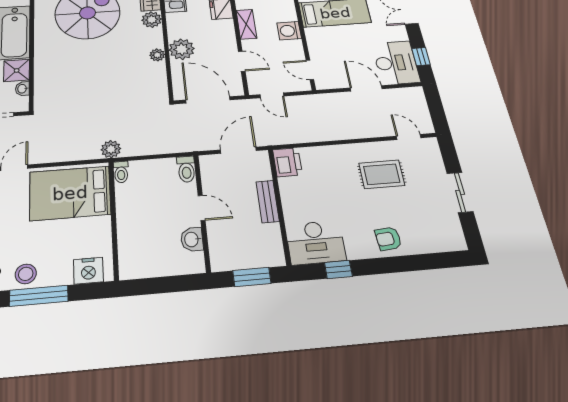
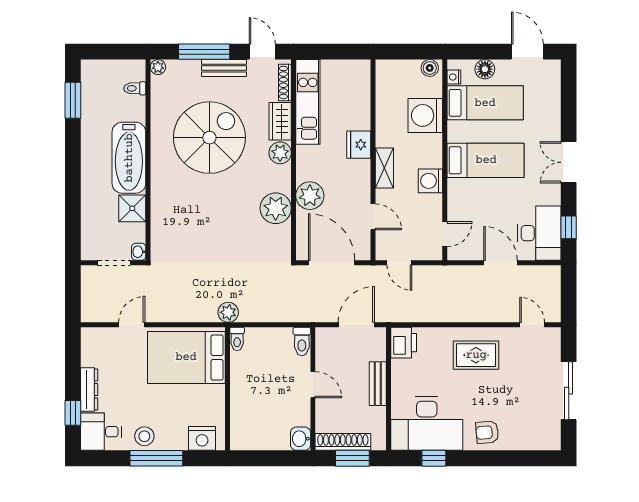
plant: (157, 55) -> (276, 208), width x1.87, depth x1.87
door: (310, 70) -> (445, 234), swing flipped
washbasin: (22, 89) -> (139, 252), moved
rug: (382, 174) -> (476, 355), moved
sliding door: (460, 192) -> (569, 391), width x1.37
washbasin: (192, 239) -> (301, 439), moved
desk: (315, 242) -> (427, 424), width x1.36, depth x1.30
shoe rack: (239, 261) -> (343, 442), added

